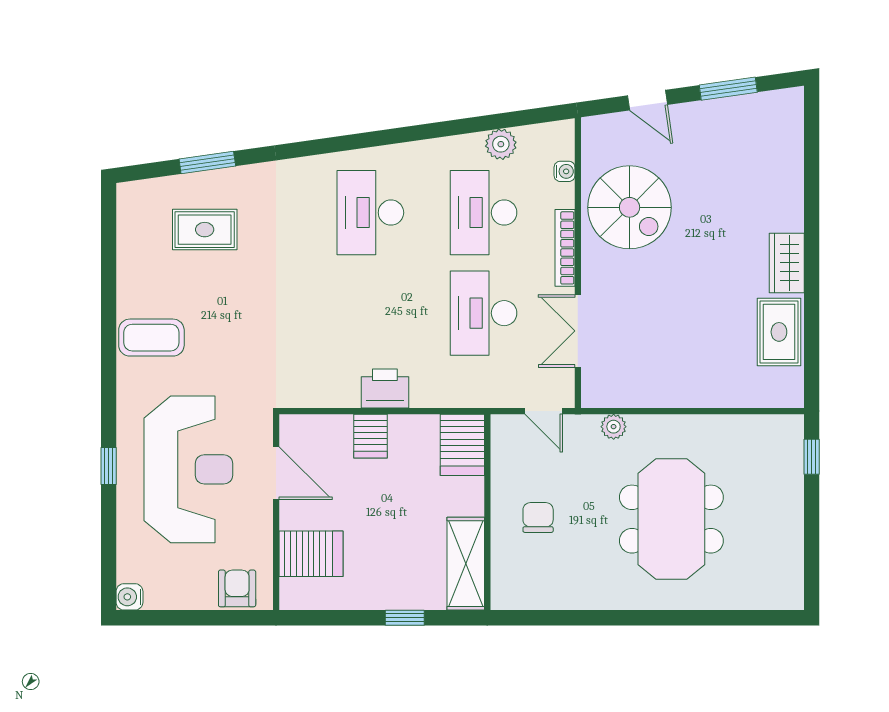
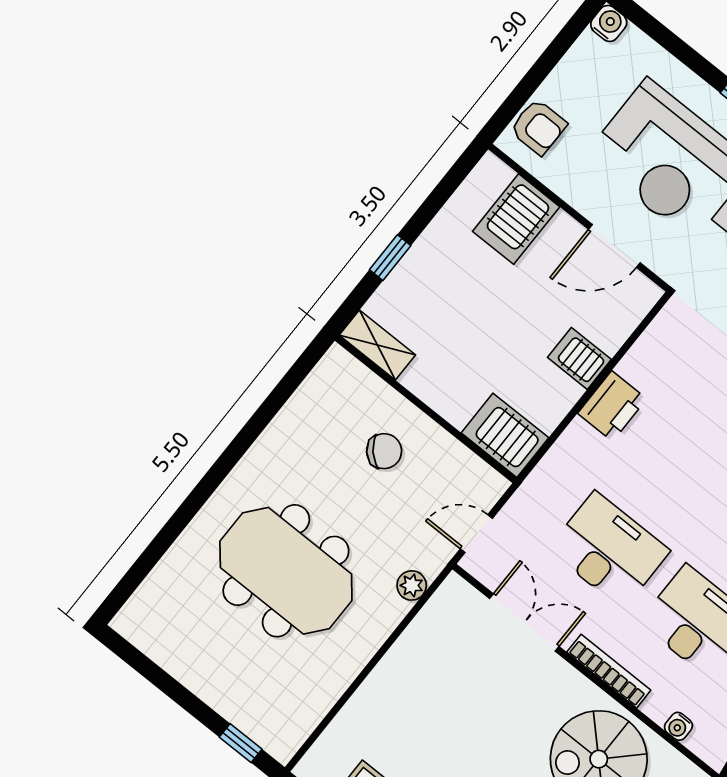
chair: (538, 517) -> (384, 451), turned -42
shelving: (466, 564) -> (377, 345), width x0.67, depth x0.75

